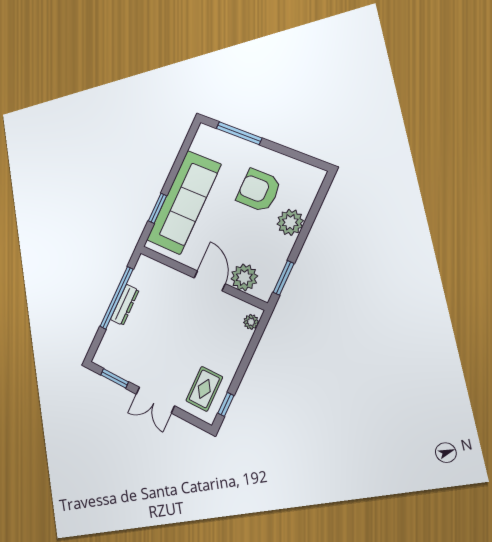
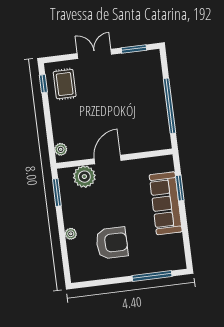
sofa: (184, 202) -> (166, 203), width x0.74, depth x0.79
plant: (290, 222) -> (71, 234), width x0.53, depth x0.53
door: (210, 281) -> (108, 160), swing flipped
dresser: (125, 305) -> (160, 105), removed

